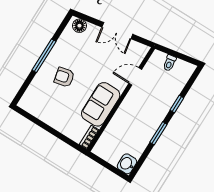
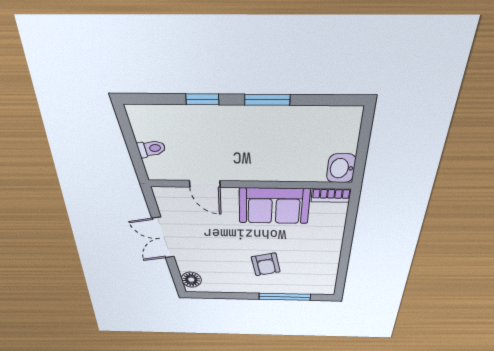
double door: (117, 31) -> (163, 238), swing flipped
window: (44, 56) -> (285, 297), moved
washbasin: (127, 164) -> (341, 168), moved, turned 90

